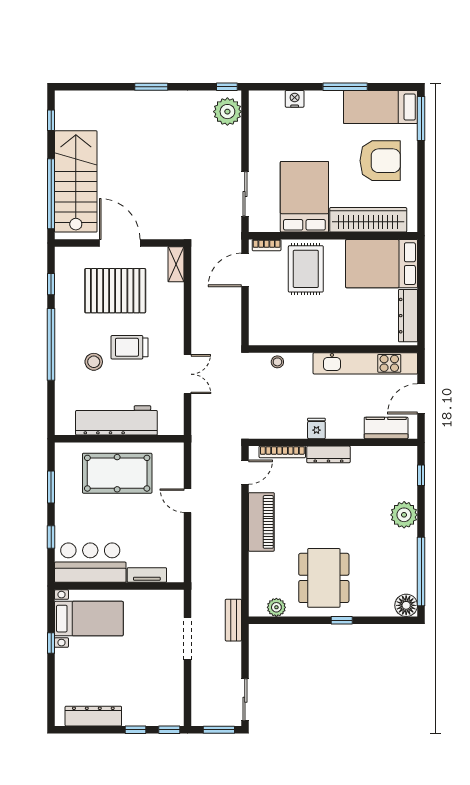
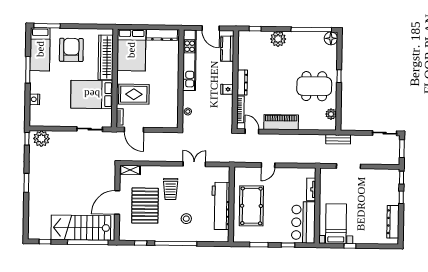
trolley: (129, 347) -> (171, 189), moved

